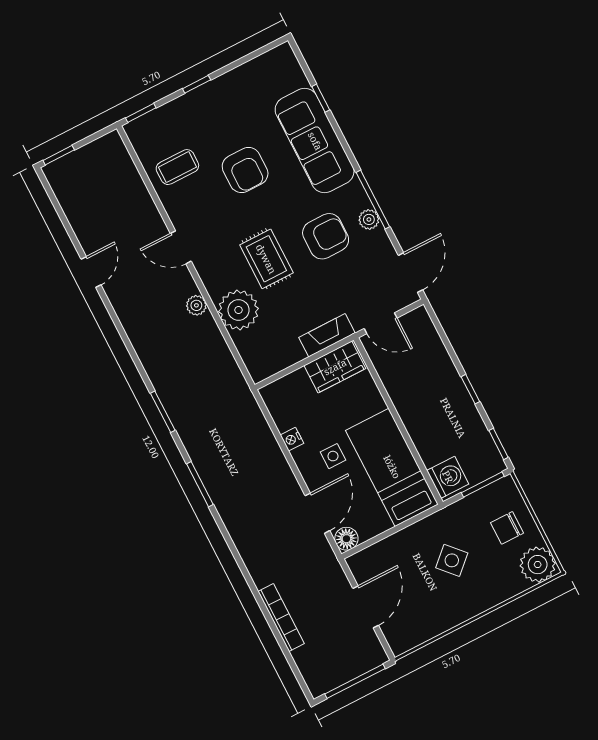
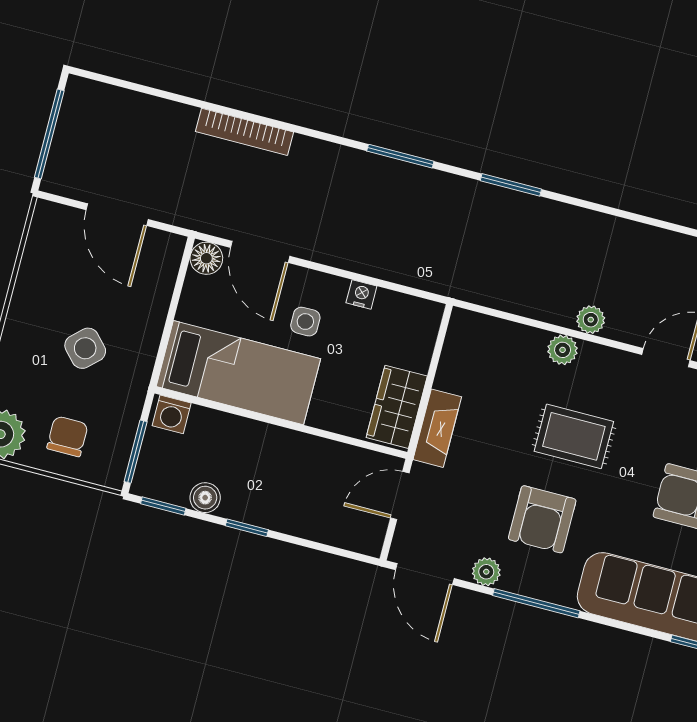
plant: (369, 219) -> (486, 572), moved
plant: (238, 310) -> (563, 350), width x0.53, depth x0.53
boiler: (474, 426) -> (205, 498), added
washing machine: (448, 477) -> (172, 414), width x0.73, depth x0.73
bookcase: (281, 618) -> (245, 132), moved

